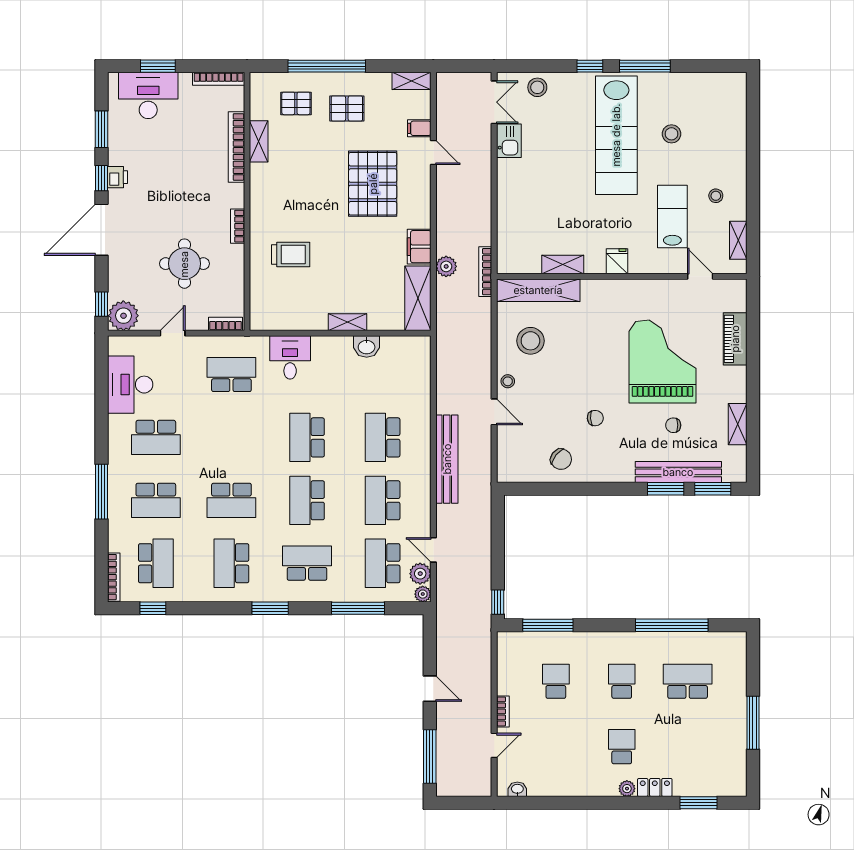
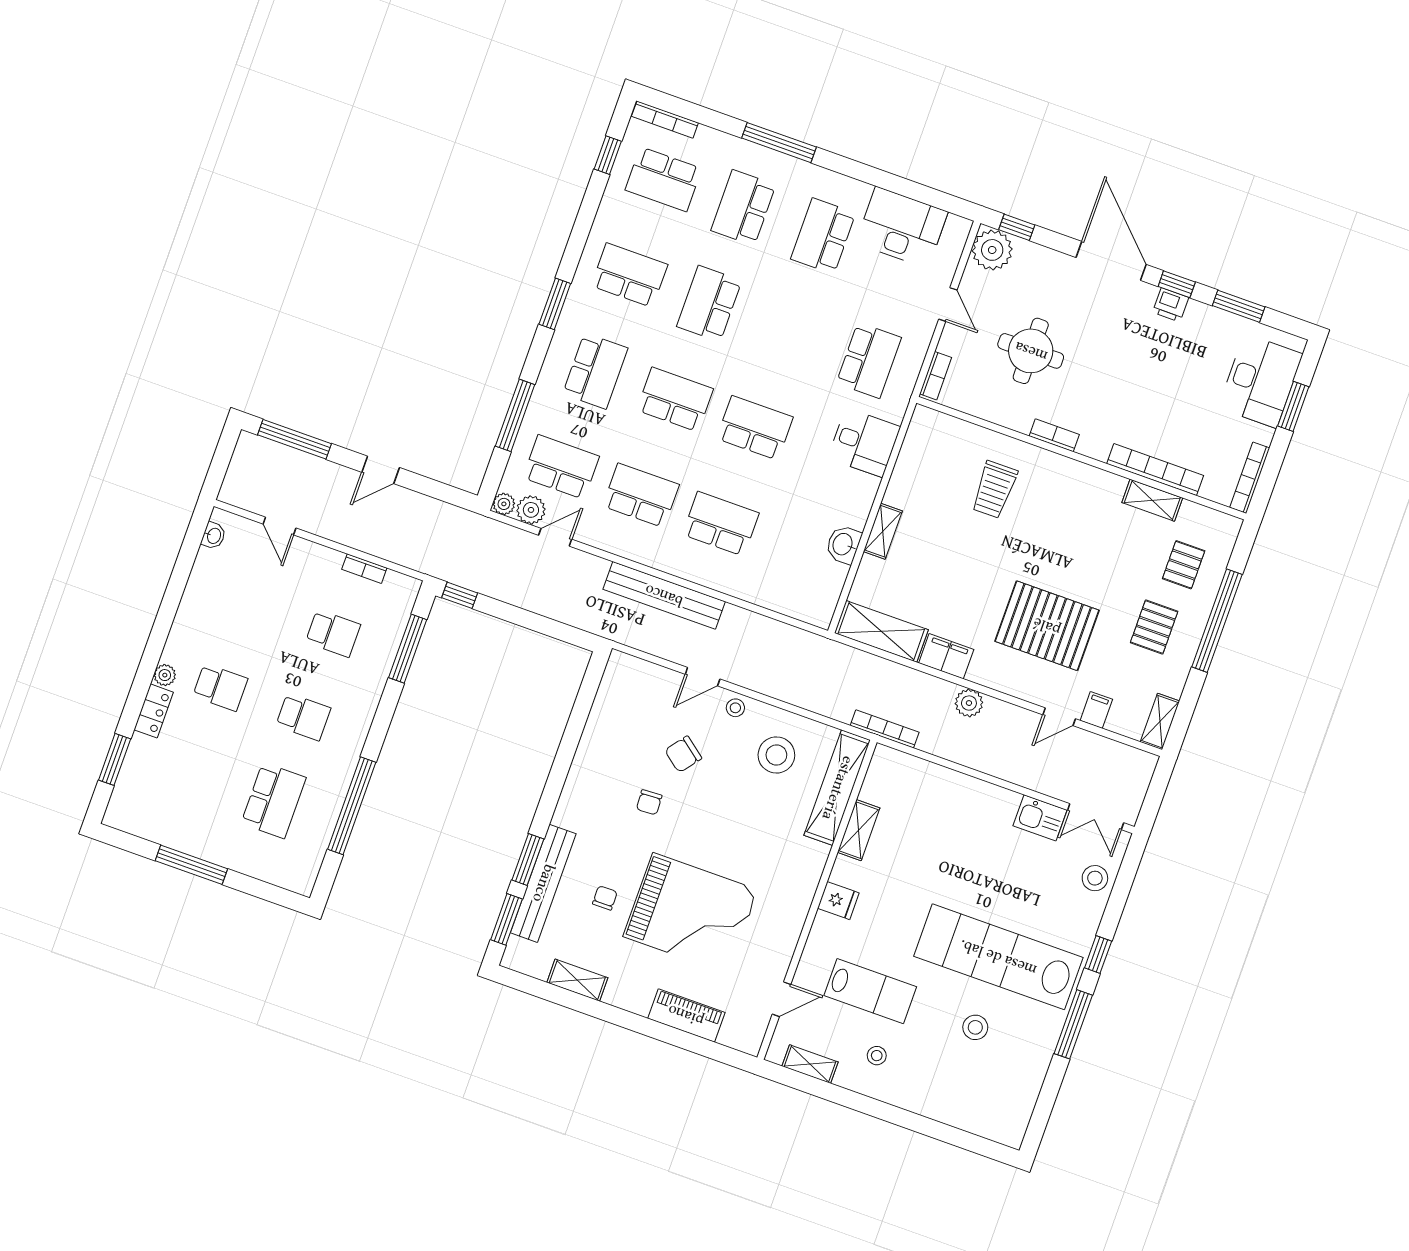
plant: (446, 266) -> (969, 703), moved
chair: (561, 459) -> (683, 754), moved
bookcase: (503, 711) -> (364, 569), moved

